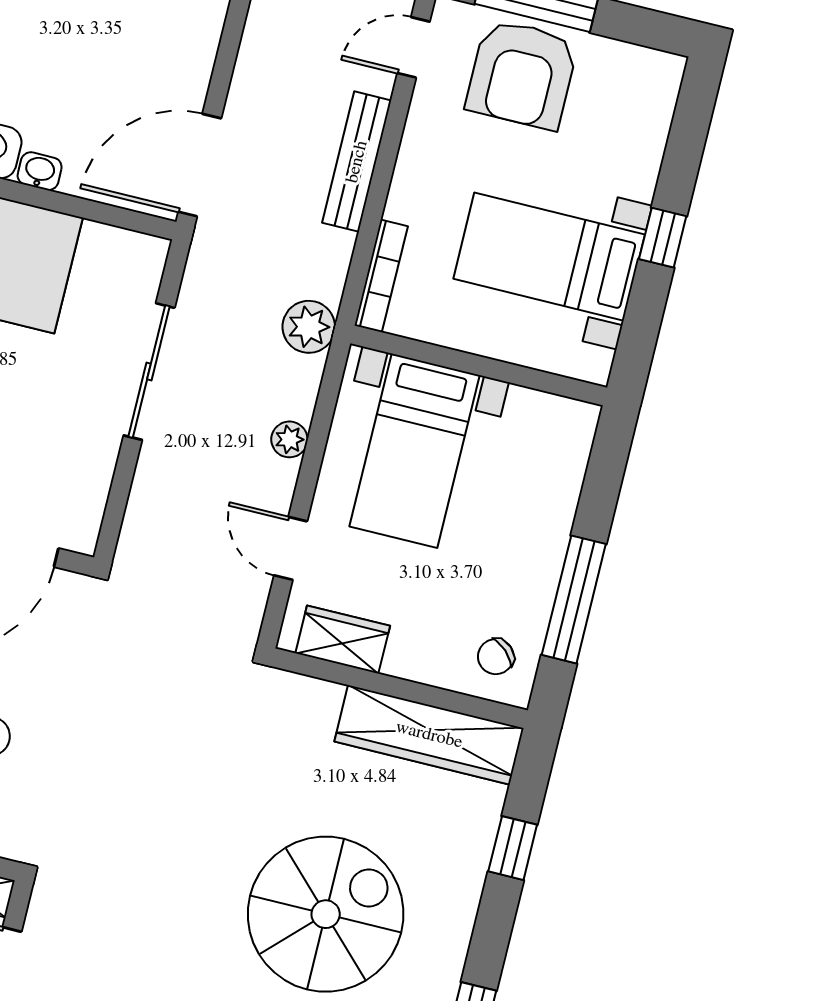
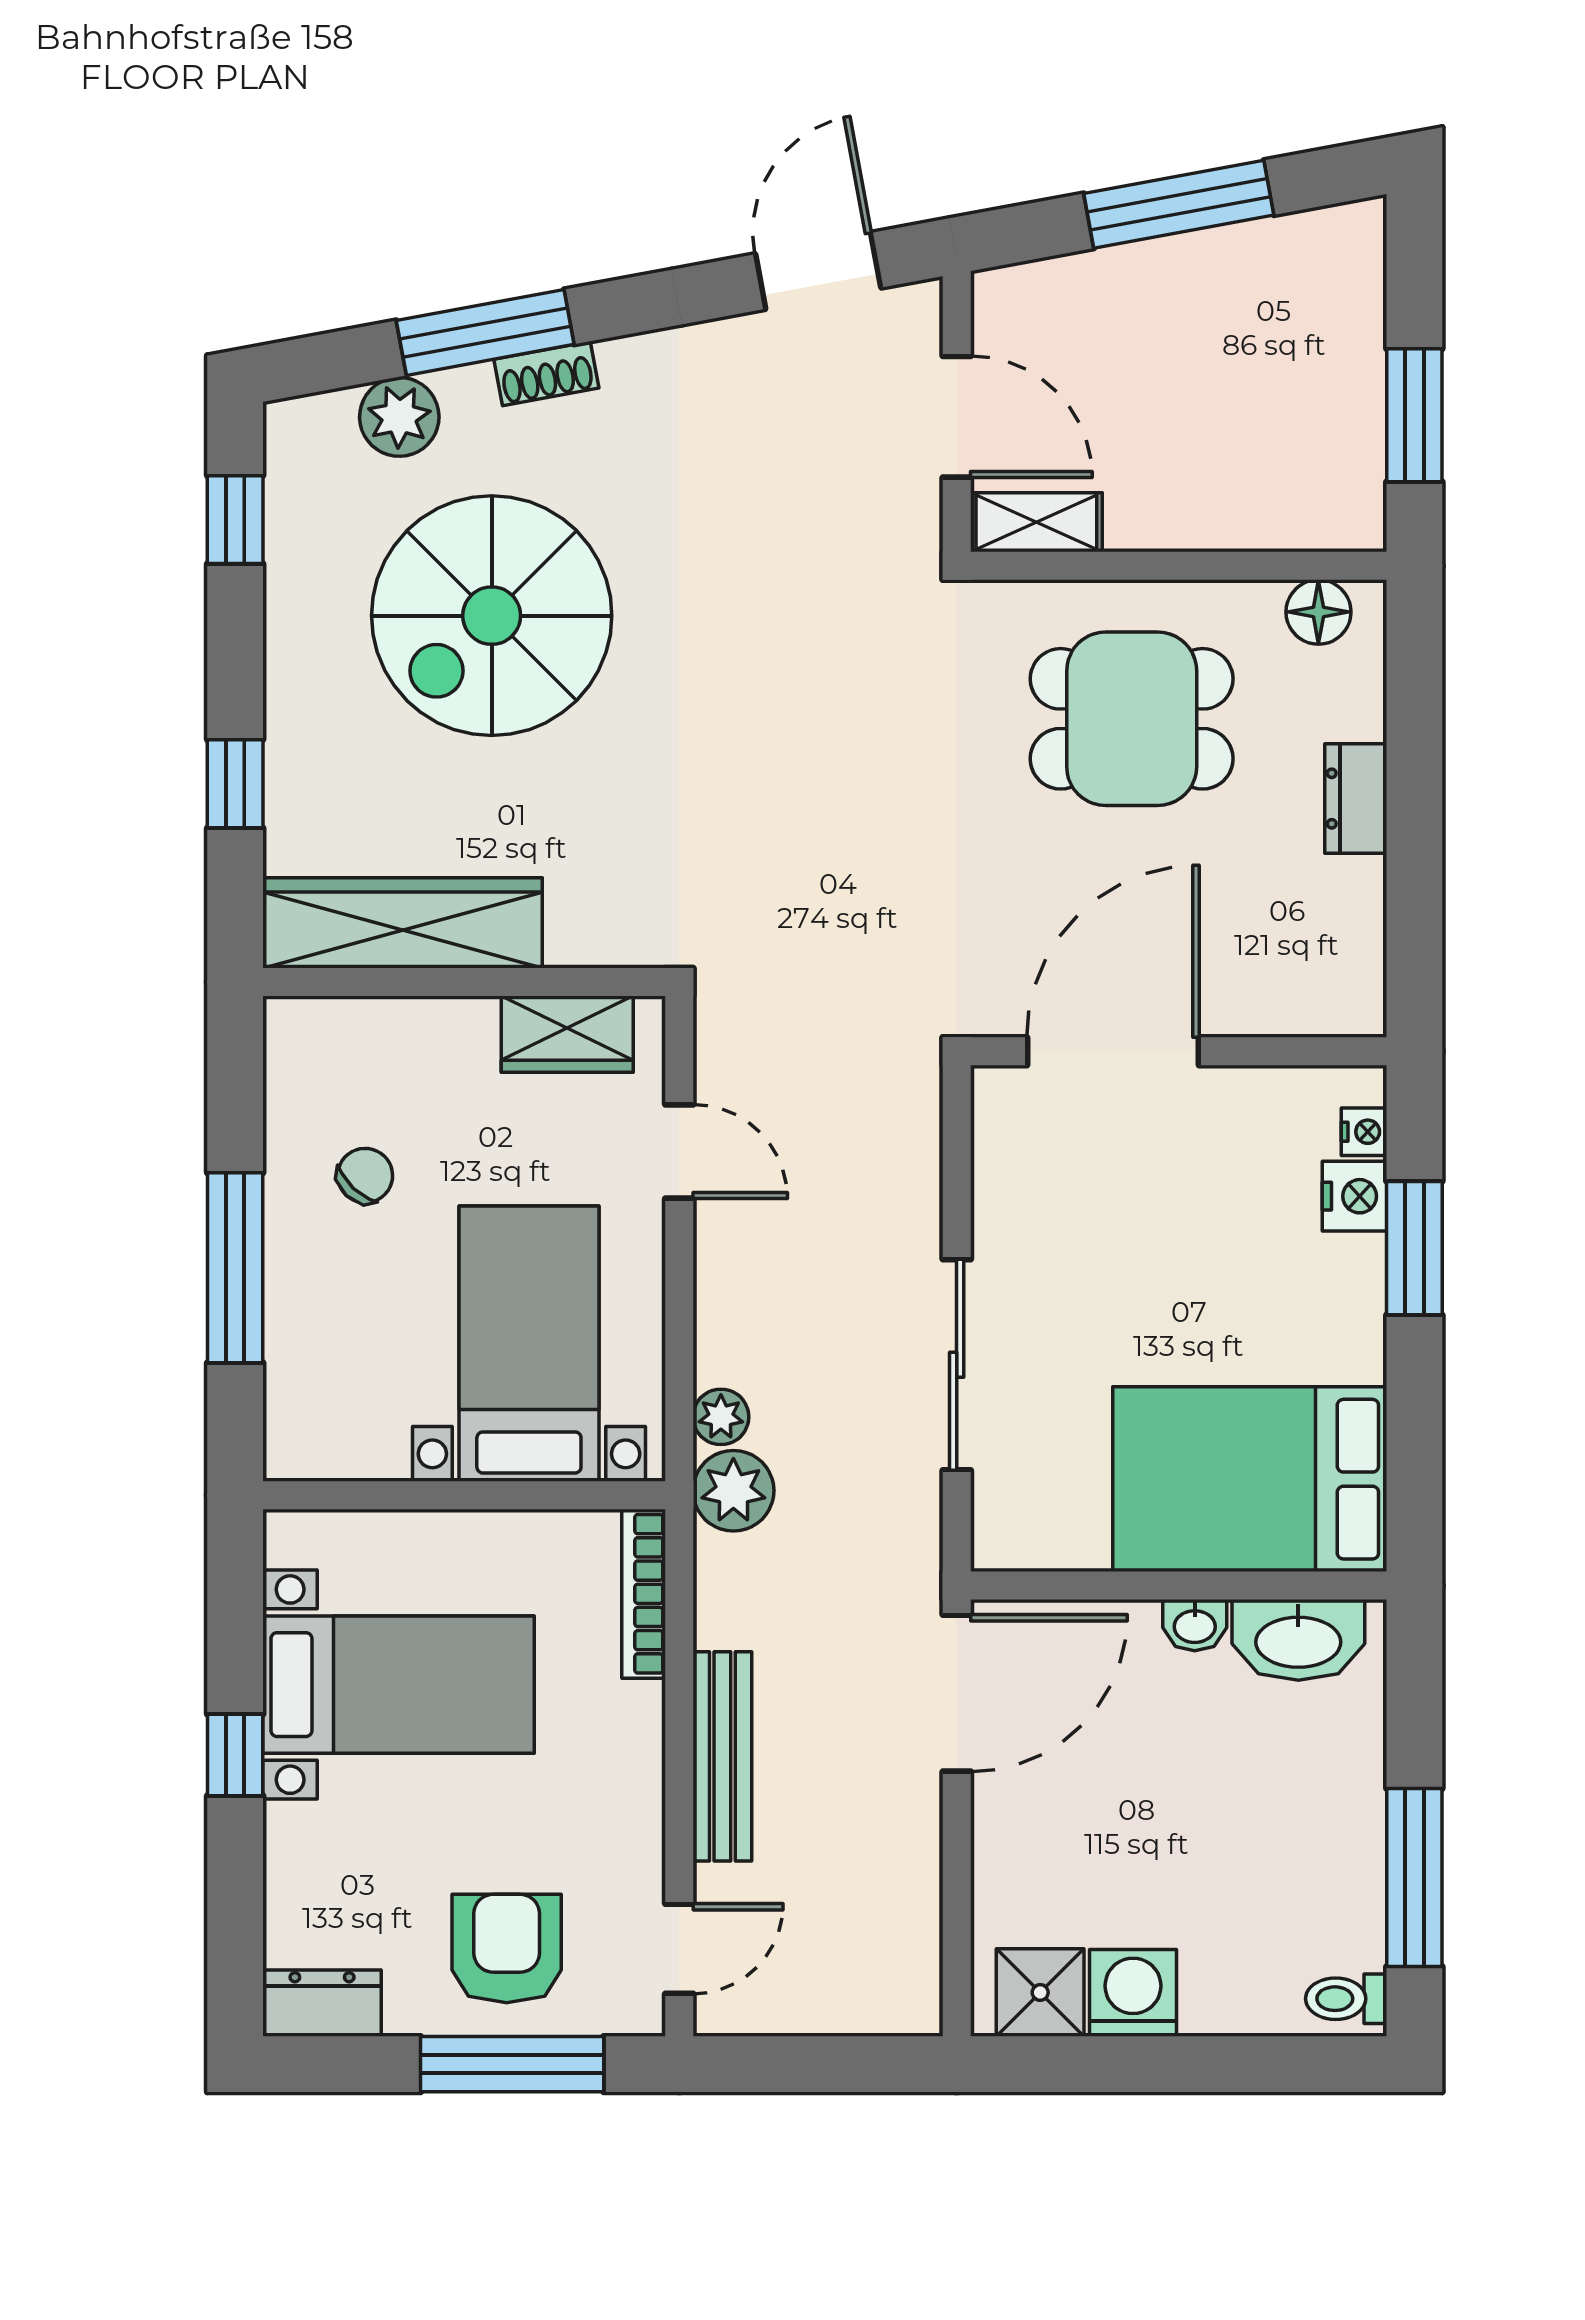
dresser: (646, 68) -> (322, 2003), added
armchair: (522, 74) -> (507, 1948), width x0.73, depth x0.73
plant: (289, 439) -> (721, 1417), moved
window: (574, 599) -> (235, 1268), moved
chair: (496, 657) -> (365, 1176), moved

